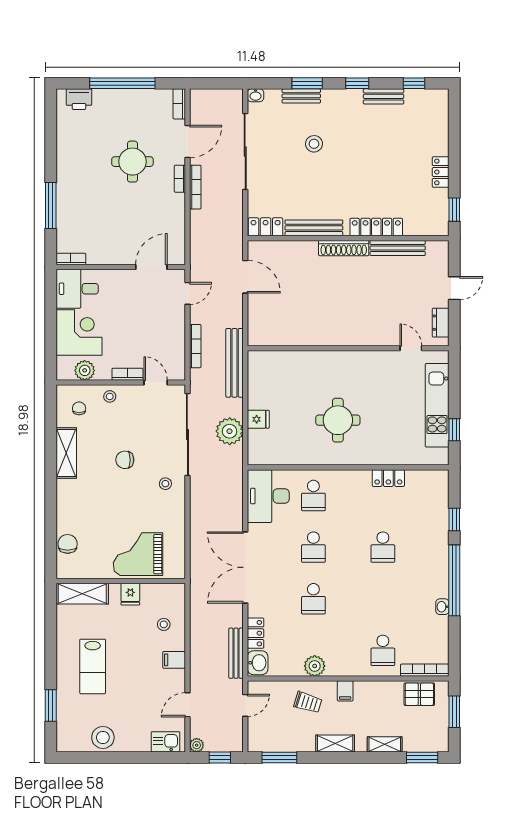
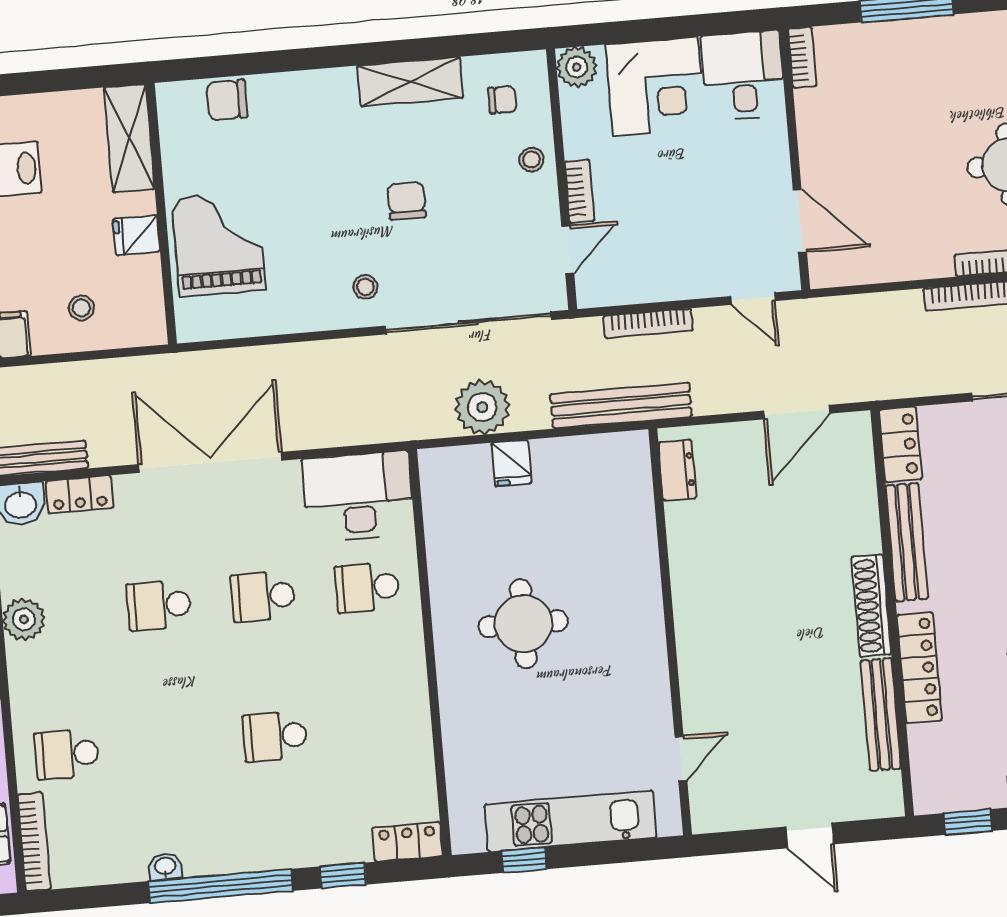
dresser: (441, 323) -> (677, 470), moved, turned 90
plant: (85, 370) -> (577, 67), moved
locker: (388, 478) -> (407, 842), moved, turned 90
chair: (68, 544) -> (227, 100), turned 180

